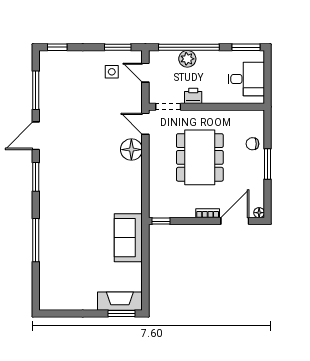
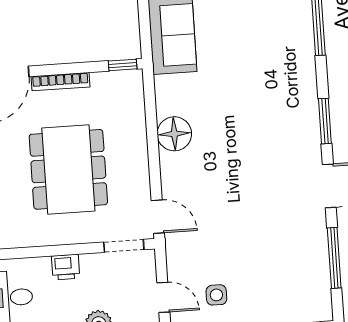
printer: (193, 96) -> (66, 267), moved
floor lamp: (131, 150) -> (174, 134), moved
bookcase: (208, 213) -> (60, 82), width x1.56

